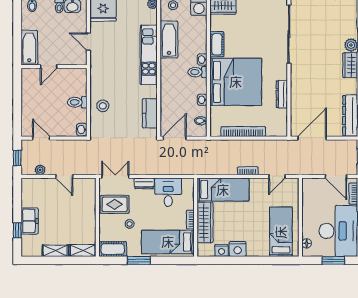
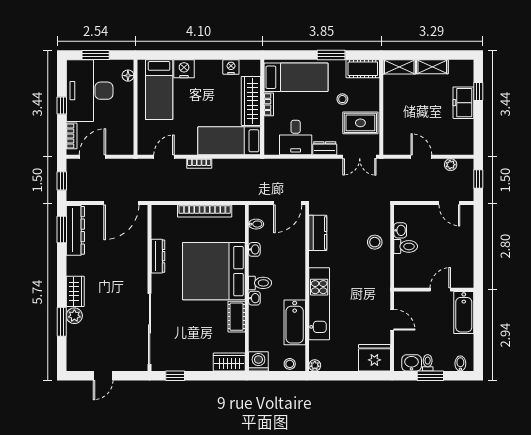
washbasin: (82, 130) -> (400, 230), moved
door: (336, 176) -> (92, 157), hinge flipped
nightstand: (238, 249) -> (184, 69), moved

